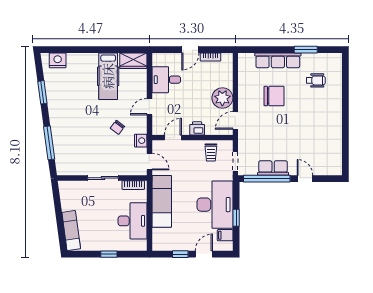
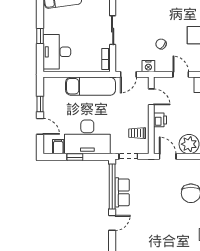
desk: (132, 221) -> (57, 52), moved, turned 90

